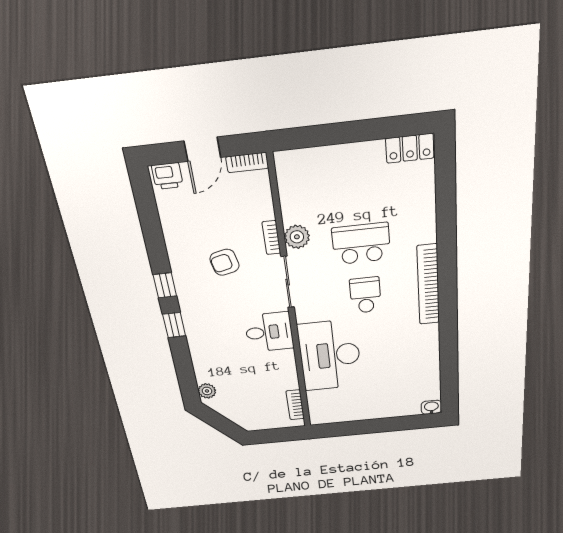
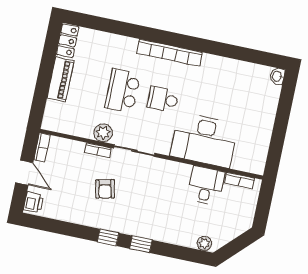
piano: (352, 156) -> (60, 79), added
desk: (269, 332) -> (206, 186), moved

